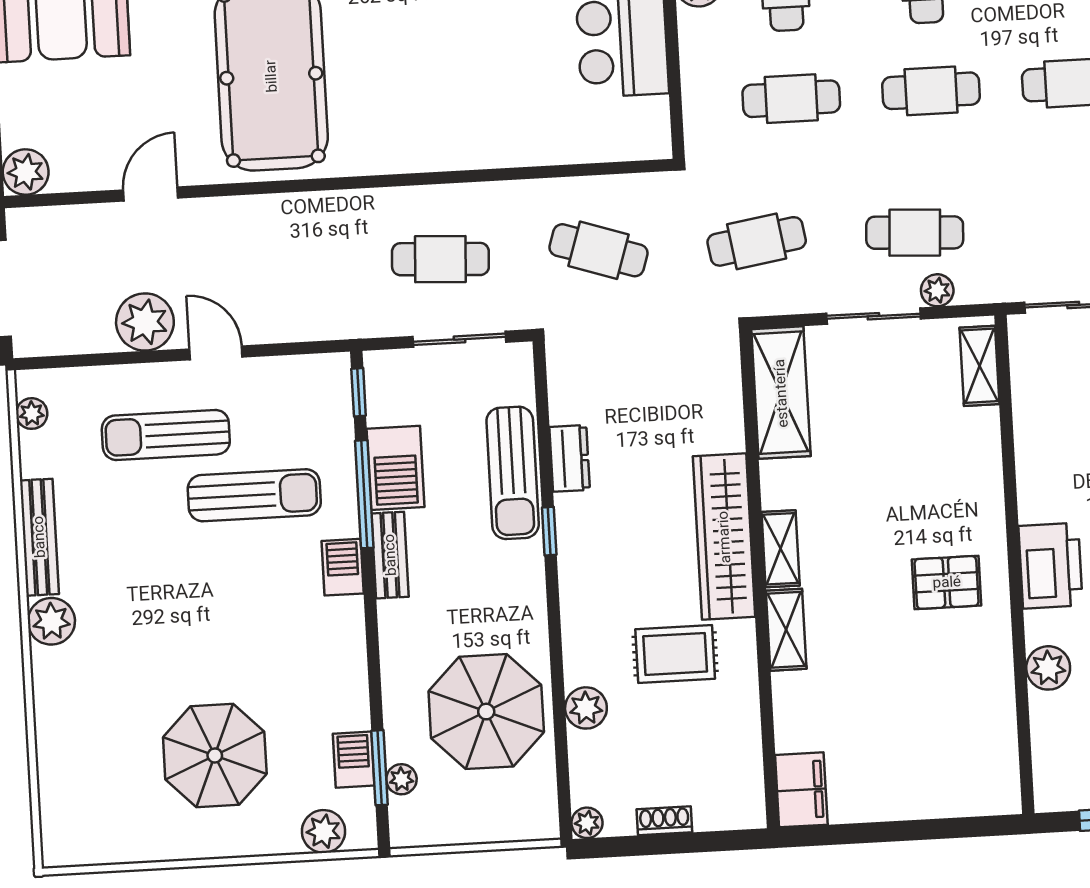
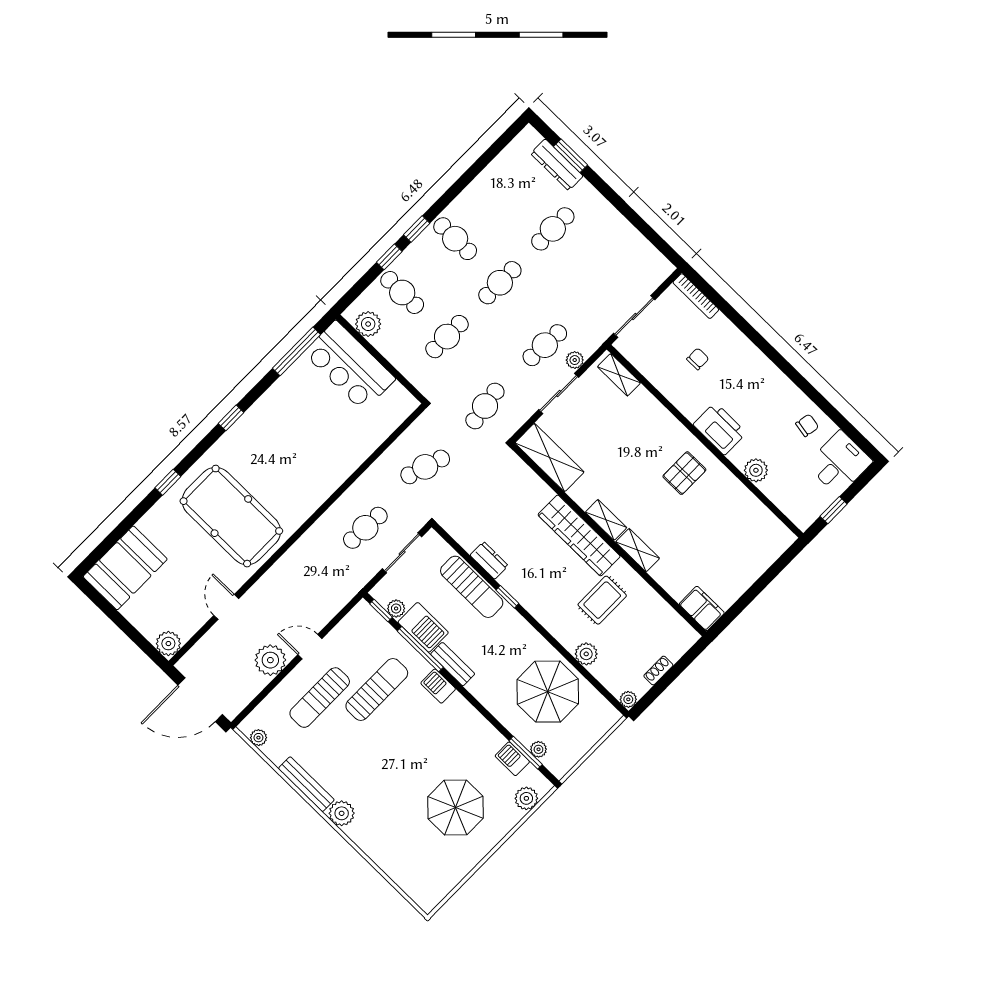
plant: (382, 408) -> (396, 608), added

